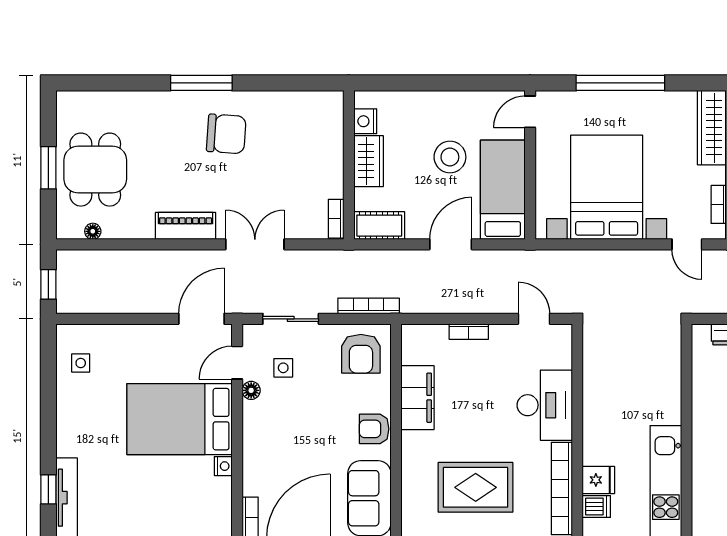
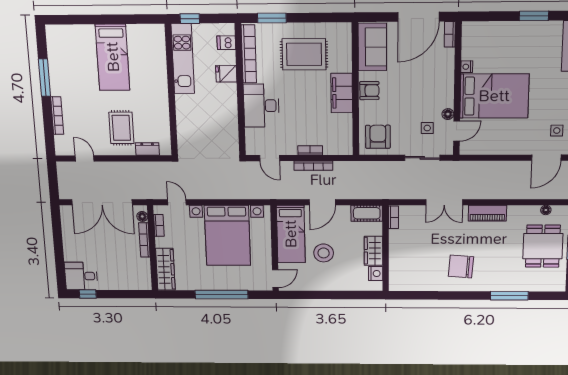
window: (201, 83) -> (509, 296), moved
bookcase: (369, 306) -> (313, 166), moved
door: (201, 319) -> (546, 158), moved
filing cabinet: (418, 398) -> (342, 93), moved
fridge: (598, 480) -> (226, 74), moved

